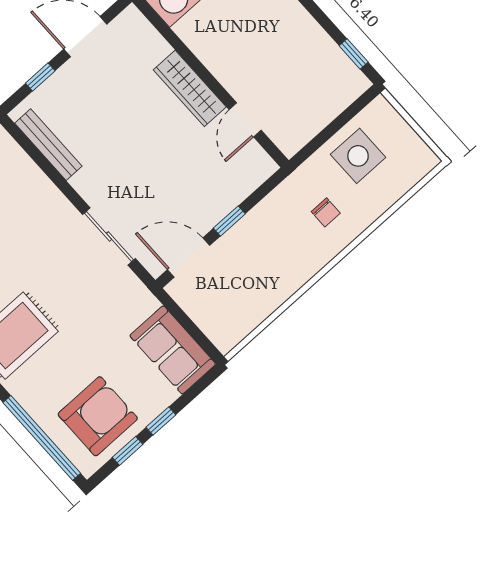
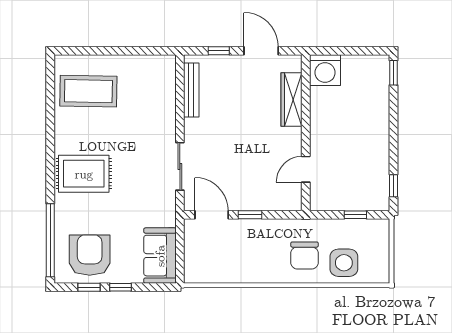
wardrobe: (190, 88) -> (292, 100), moved
window: (341, 121) -> (355, 215), added
side table: (358, 156) -> (344, 263), moved
chair: (326, 212) -> (304, 255), width x1.87, depth x1.87
armchair: (98, 416) -> (90, 255), turned -90

